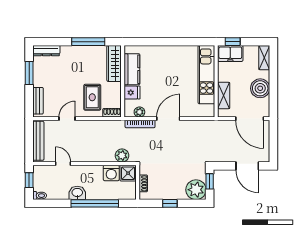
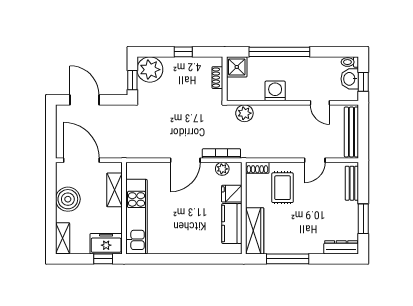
washing machine: (111, 173) -> (275, 91), moved
shower: (128, 173) -> (237, 67), moved
washbasin: (77, 193) -> (350, 79), moved, turned 90

